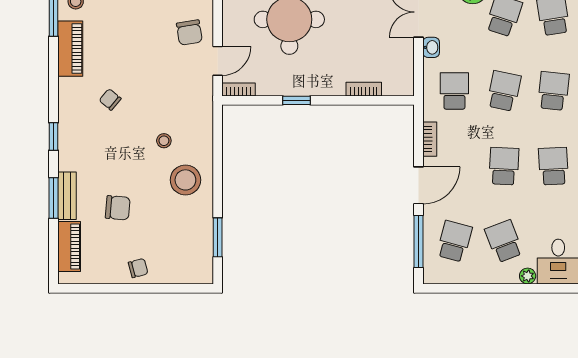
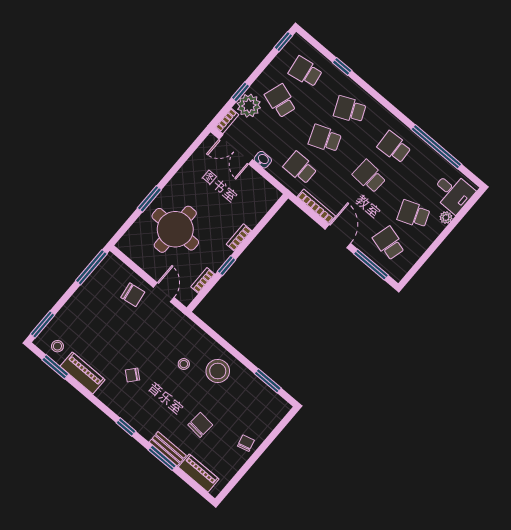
bookcase: (239, 89) -> (203, 281), moved
bookcase: (364, 89) -> (239, 237), moved
school desk: (504, 91) -> (325, 139), turned -33
school desk: (553, 91) -> (350, 109), turned -30
bookcase: (430, 139) -> (316, 206), width x1.56

